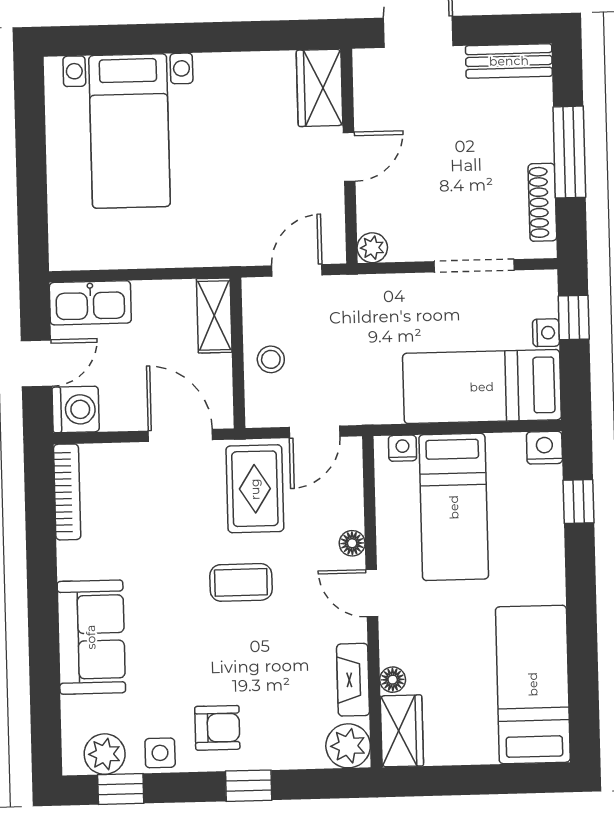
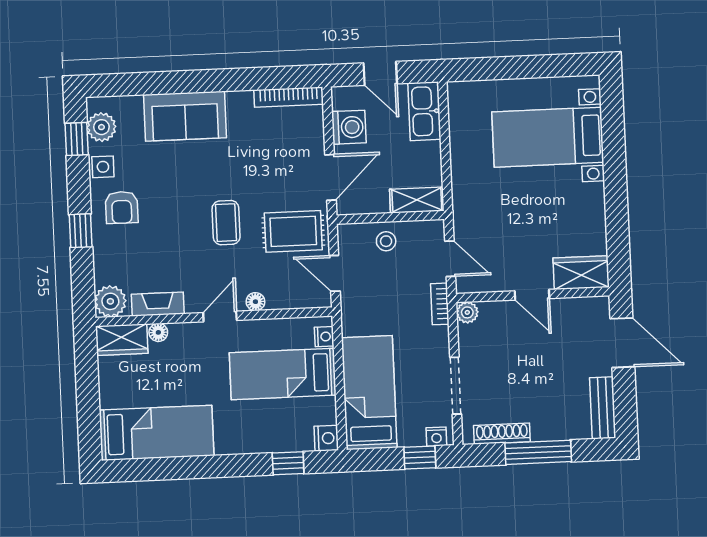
bookcase: (360, 286) -> (440, 304), added
nightstand: (546, 333) -> (436, 437), moved
washing machine: (76, 409) -> (349, 127), moved, turned -90

